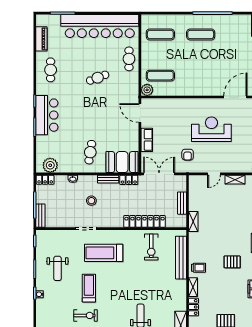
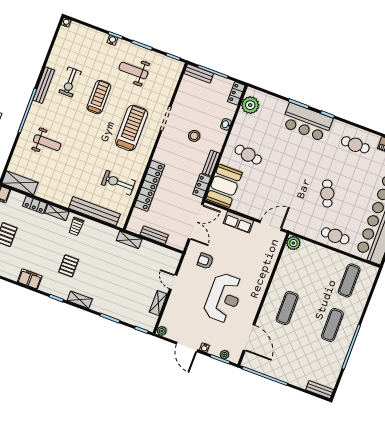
exercise mat: (160, 76) -> (287, 308), moved
treadmill: (89, 288) -> (99, 97), turned -90

